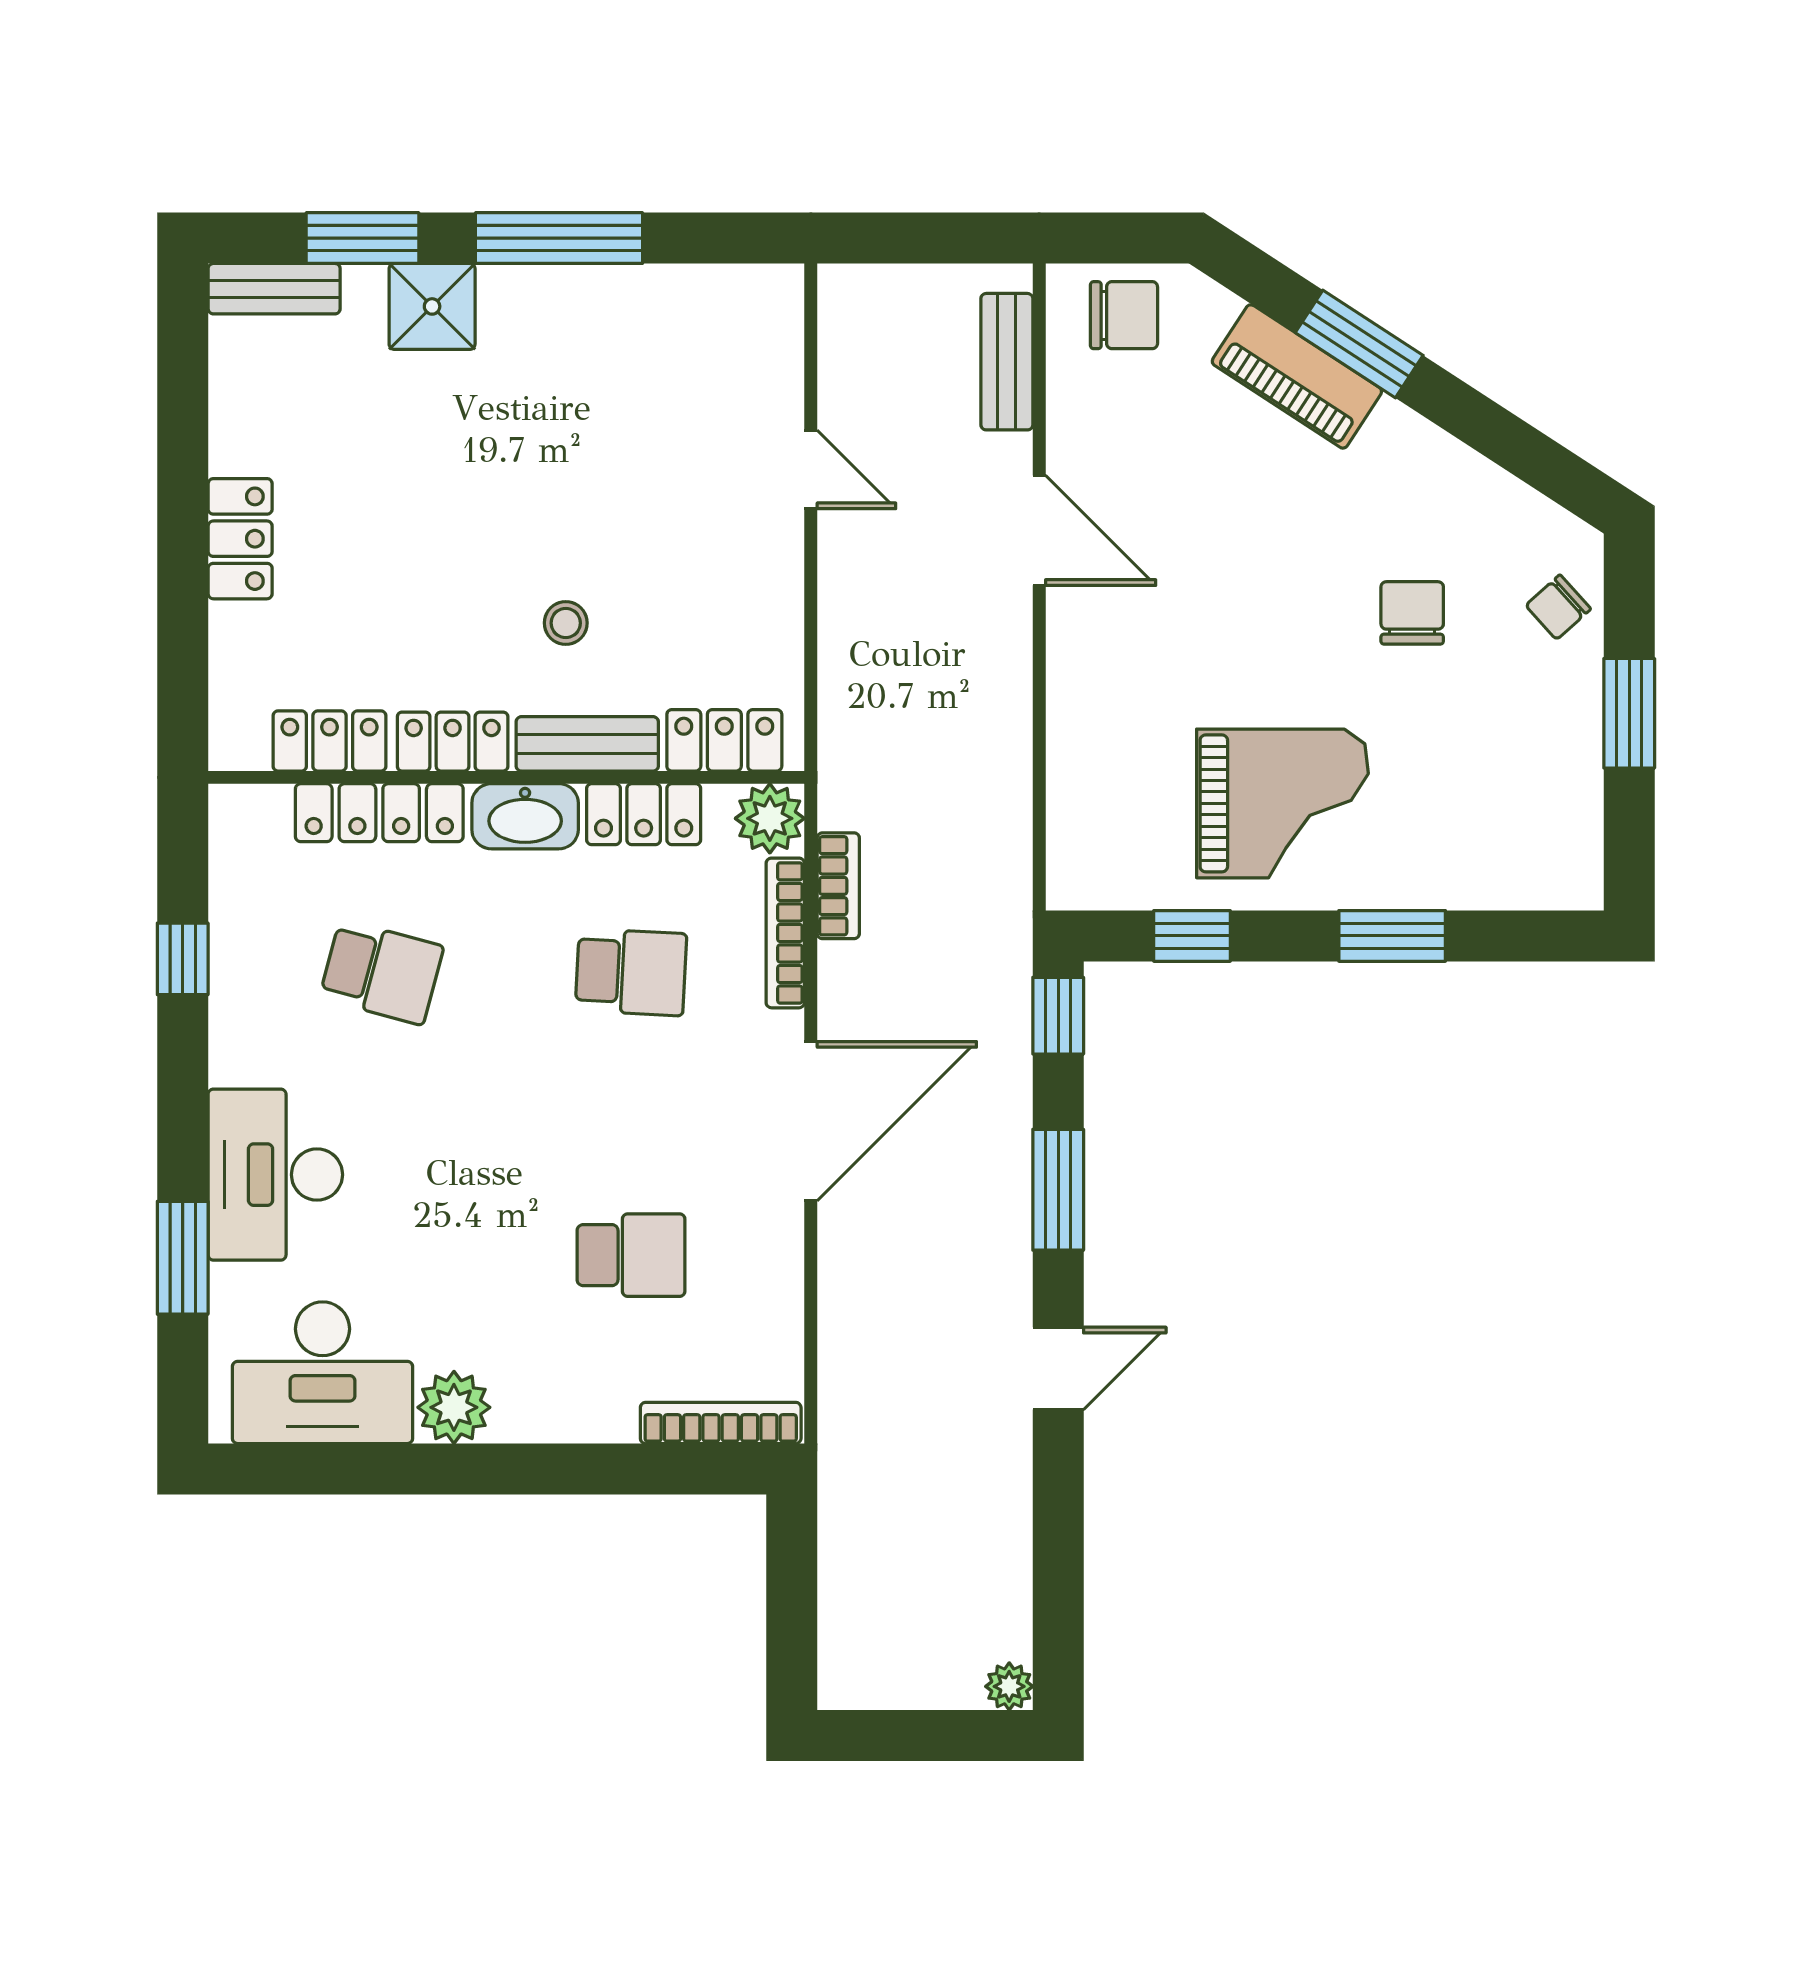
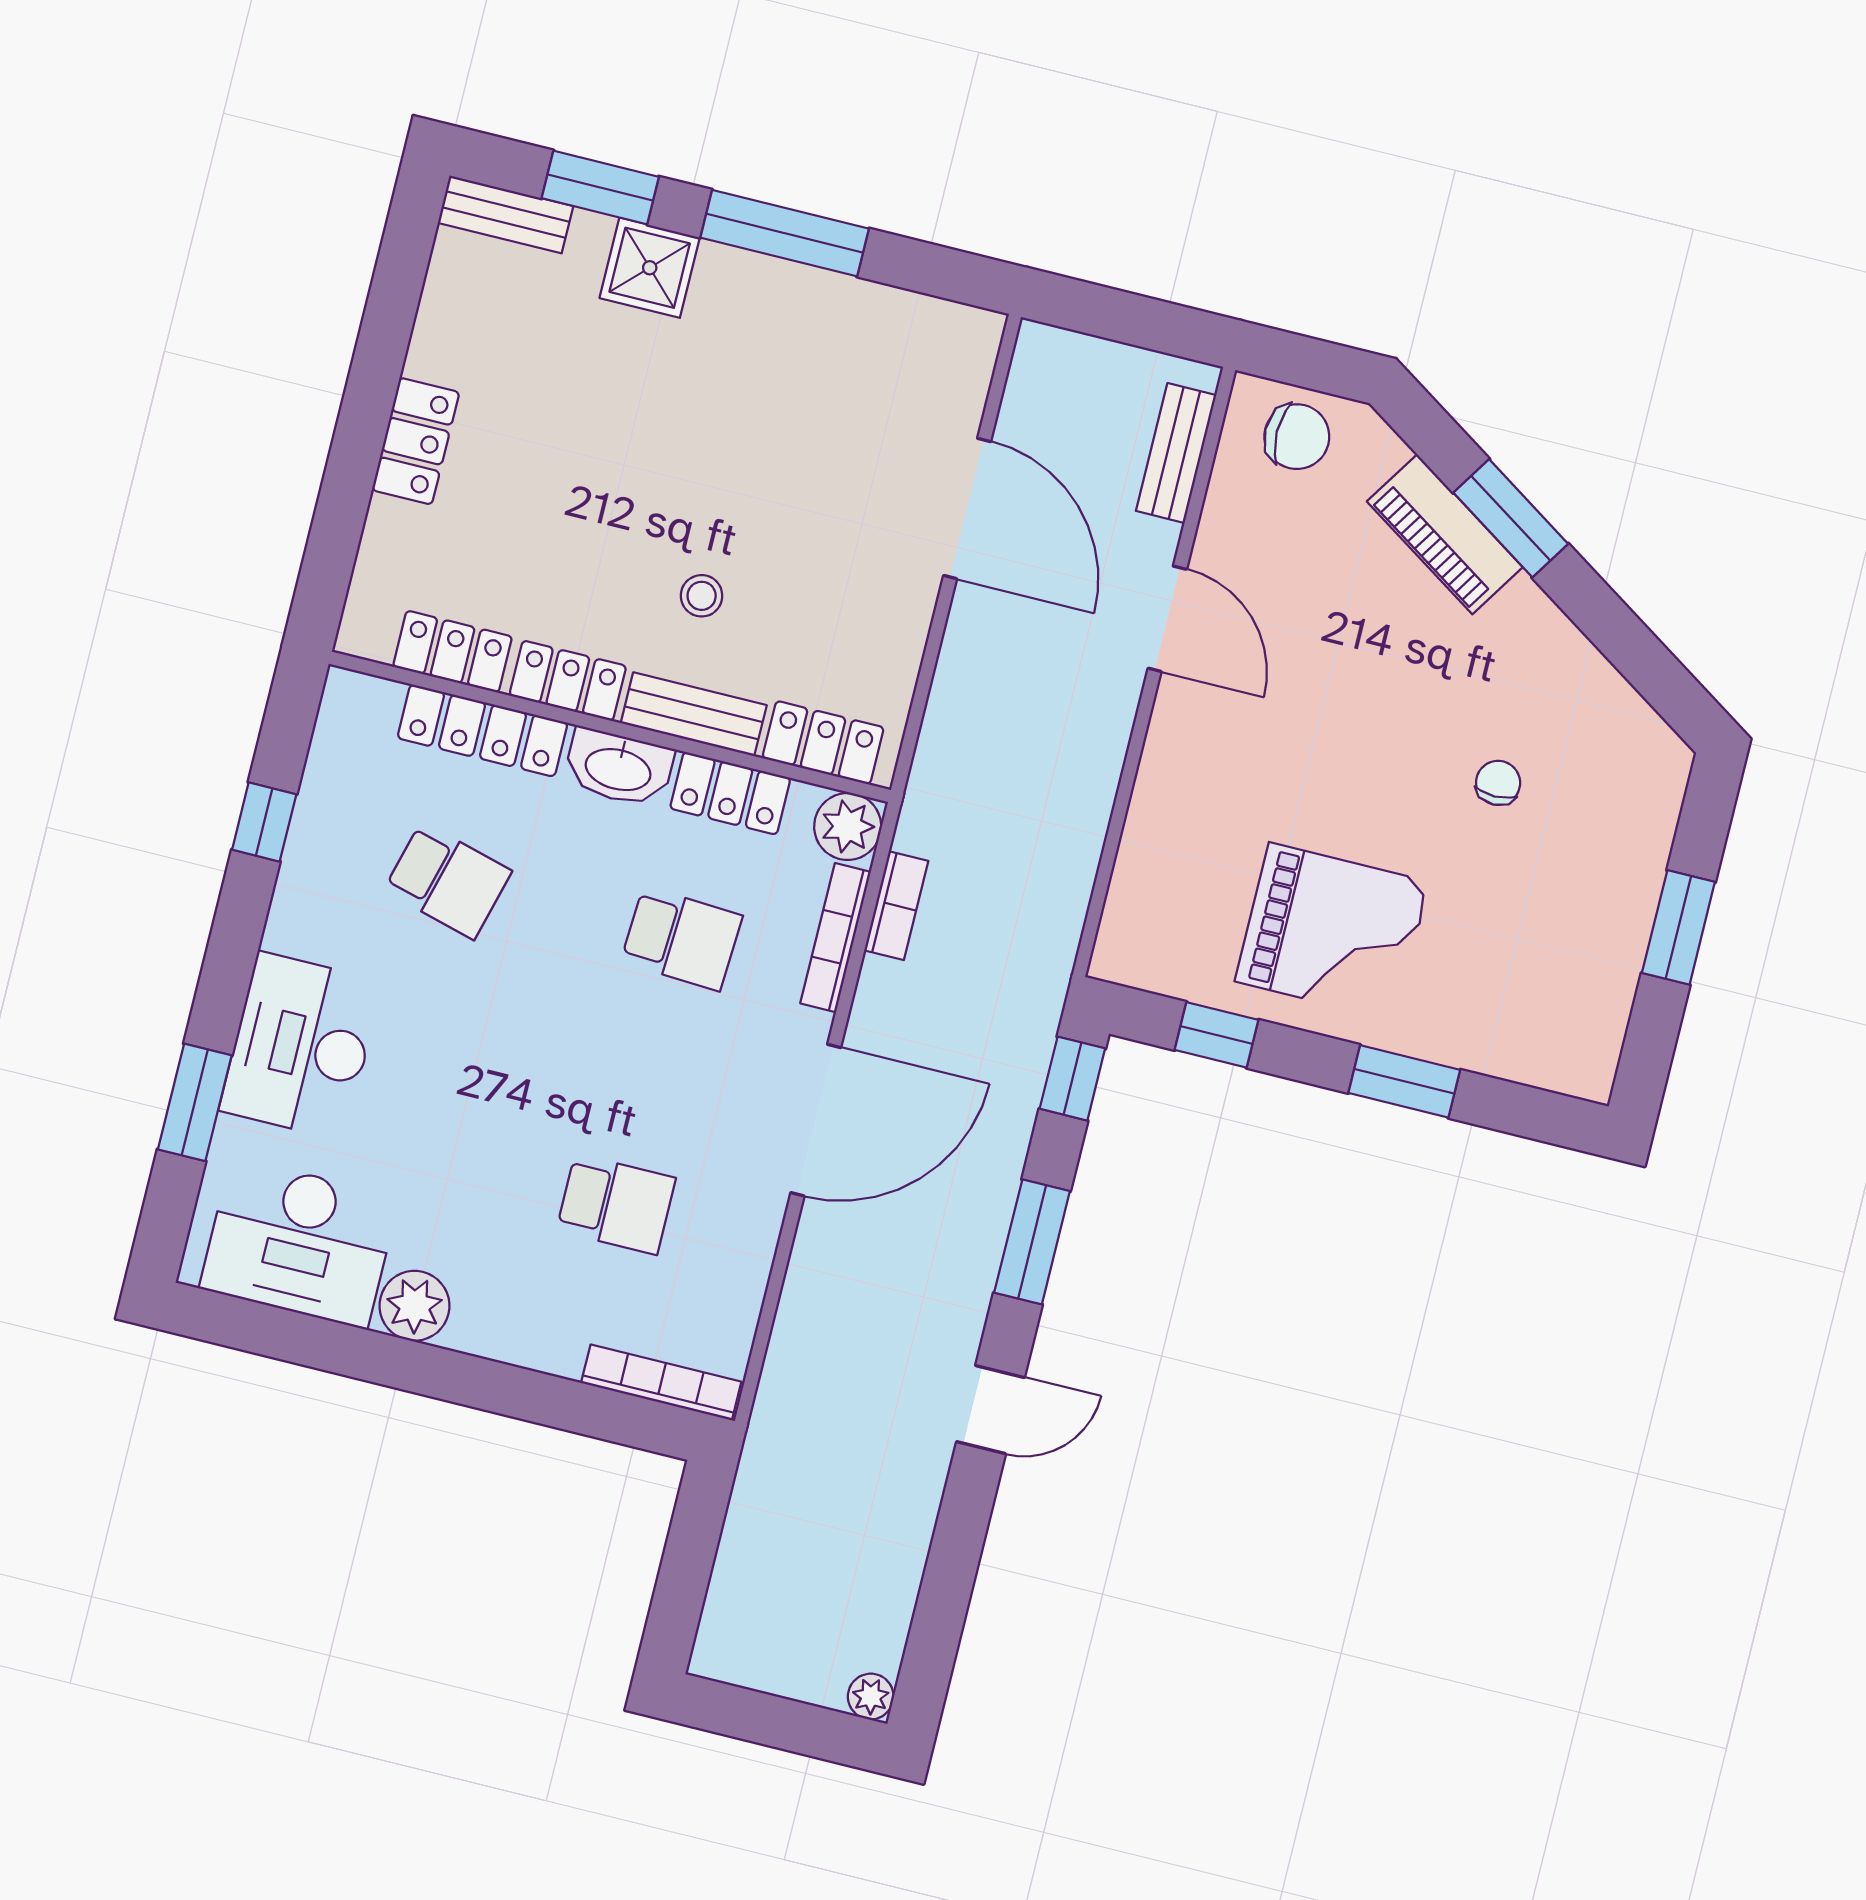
door: (811, 469) -> (967, 509), width x1.87
chair: (1558, 607) -> (1636, 811), removed
chair: (1412, 613) -> (1498, 783), width x0.73, depth x0.73

